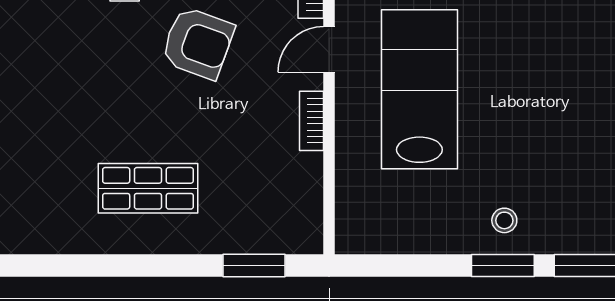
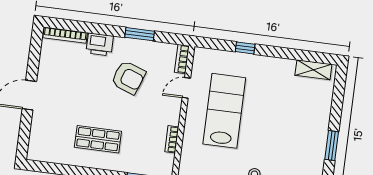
bookcase: (312, 121) -> (172, 139), moved

